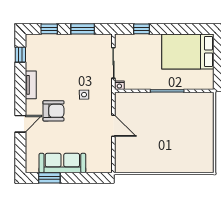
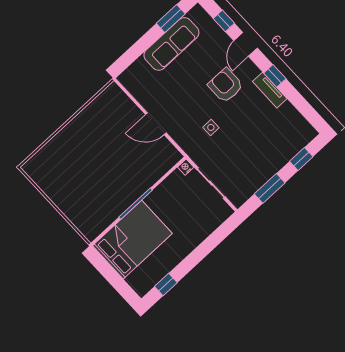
window: (142, 29) -> (166, 284), moved
bed: (188, 51) -> (132, 240), moved
window: (20, 55) -> (275, 76), moved
armchair: (53, 111) -> (226, 85), turned 90
window: (20, 148) -> (224, 21), added

